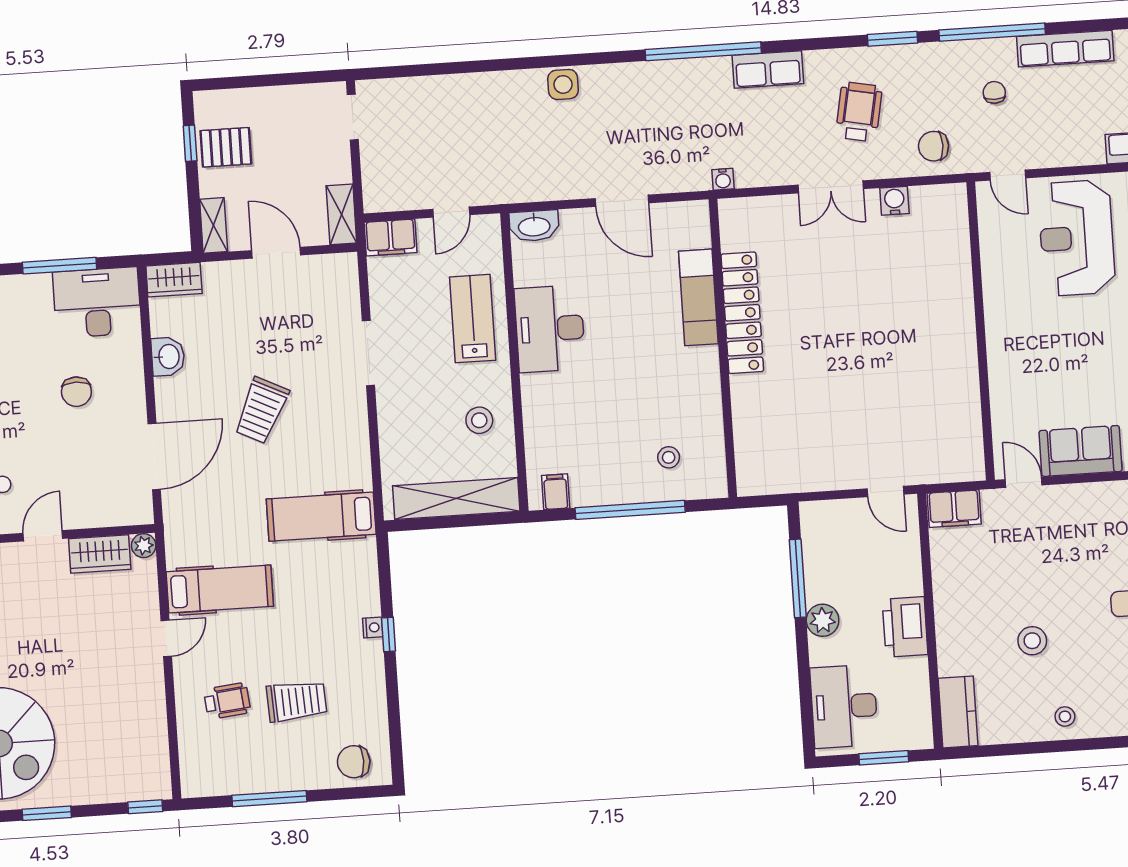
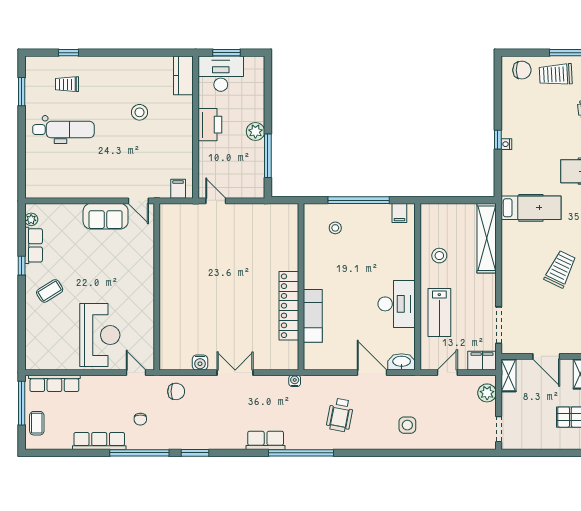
side table: (563, 84) -> (407, 425), moved
wheelchair: (859, 112) -> (340, 415), moved
plant: (378, 180) -> (487, 393), added
door: (622, 201) -> (372, 373), moved
doorway: (368, 353) -> (499, 325), moved
shelving: (456, 499) -> (487, 238), moved, turned 90
filing cabinet: (954, 509) -> (178, 189), width x0.50
trolley: (297, 701) -> (556, 74), moved
desk: (844, 706) -> (221, 74), moved, turned -90
stool: (1065, 716) -> (124, 69), removed

